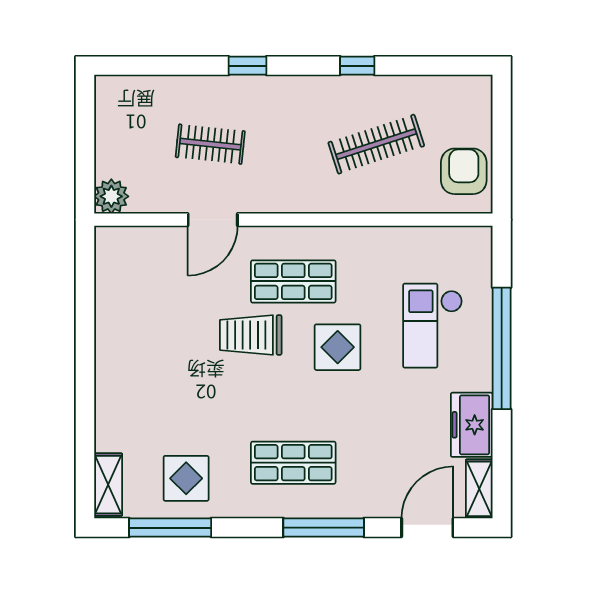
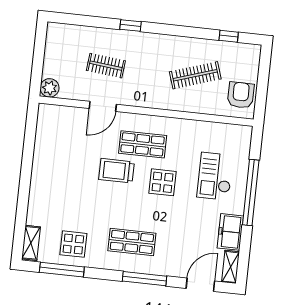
window: (357, 66) -> (229, 36), moved

